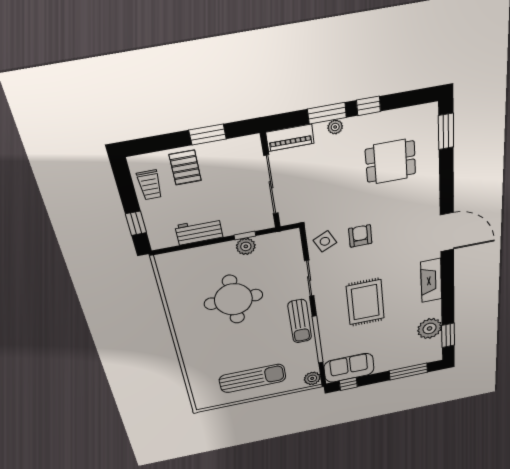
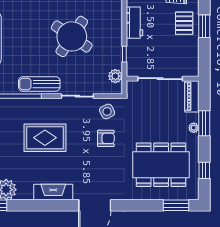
window: (368, 106) -> (204, 170), moved
window: (208, 135) -> (204, 26), moved
dining table: (391, 162) -> (161, 165), width x1.88, depth x1.24
pallet: (185, 167) -> (184, 23), turned 90
plant: (246, 246) -> (115, 76), moved
round table: (233, 299) -> (72, 36), turned 34

